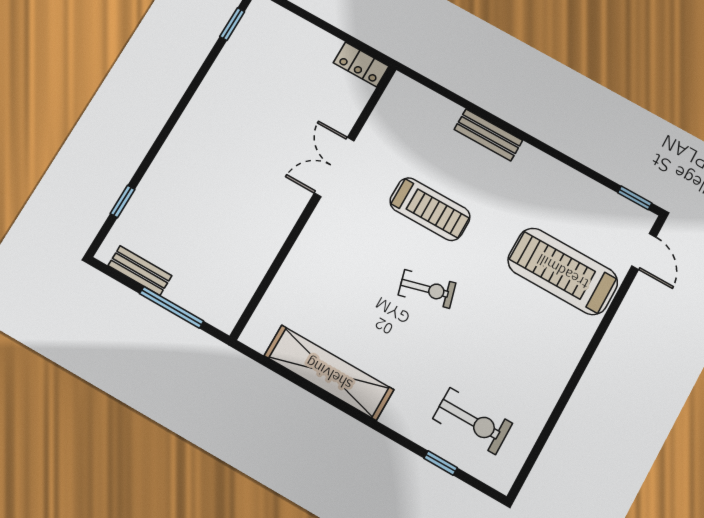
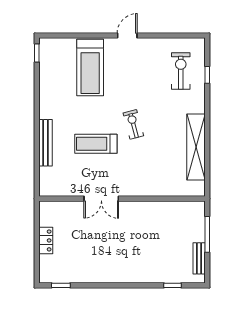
locker: (361, 64) -> (46, 240), moved
bench: (488, 135) -> (46, 143), width x1.36
treadmill: (430, 209) -> (96, 144), turned -90
door: (644, 251) -> (127, 36), moved

